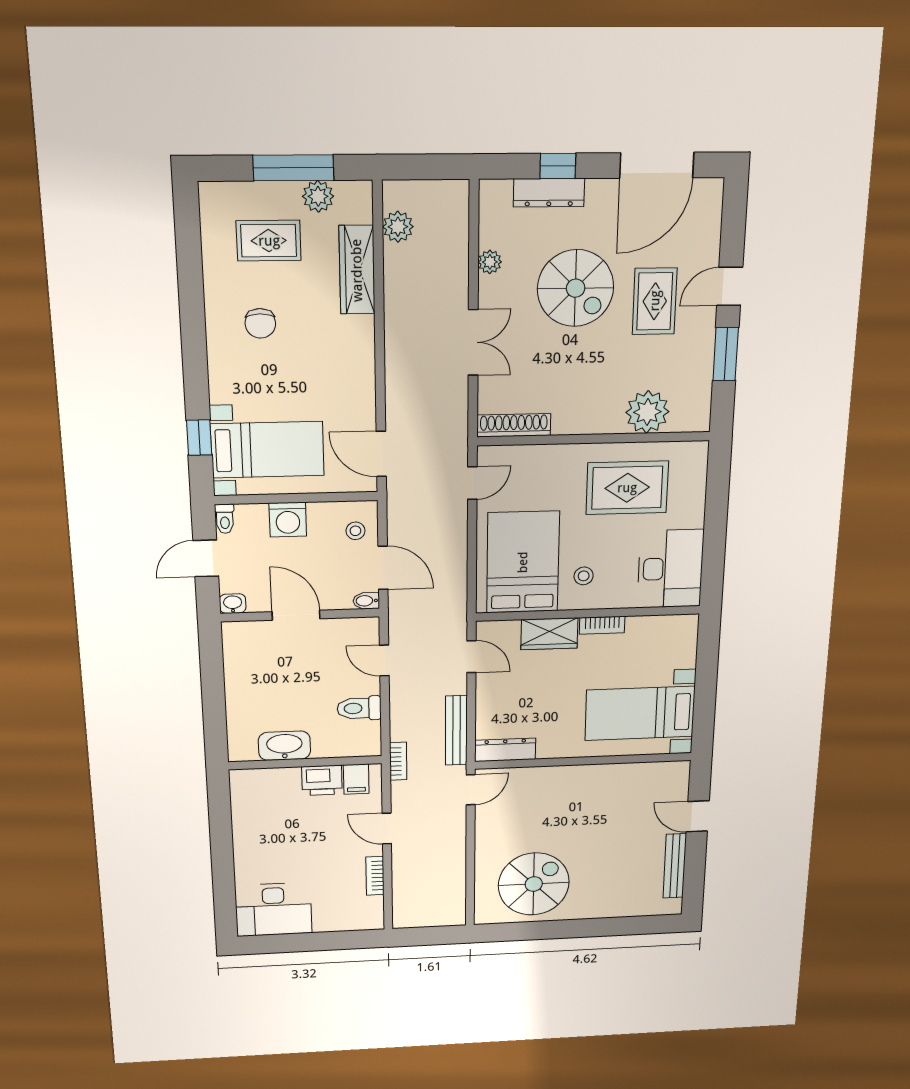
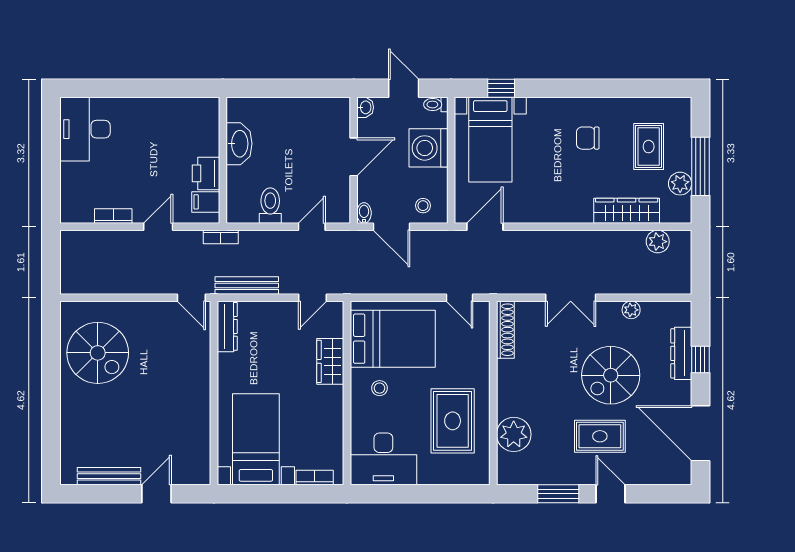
washing machine: (288, 520) -> (429, 148), width x1.37, depth x1.37
door: (383, 568) -> (392, 227), hinge flipped
bookcase: (602, 625) -> (315, 478), moved, turned 90

